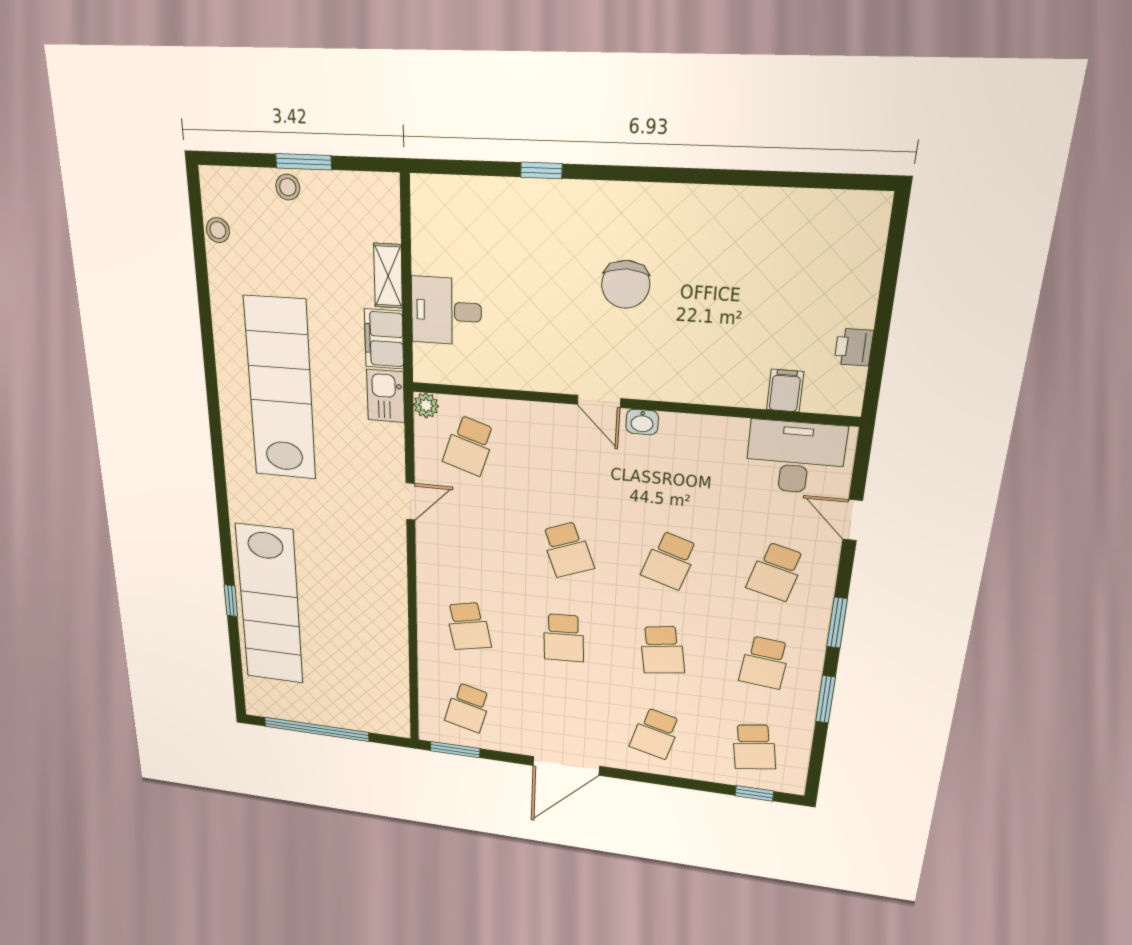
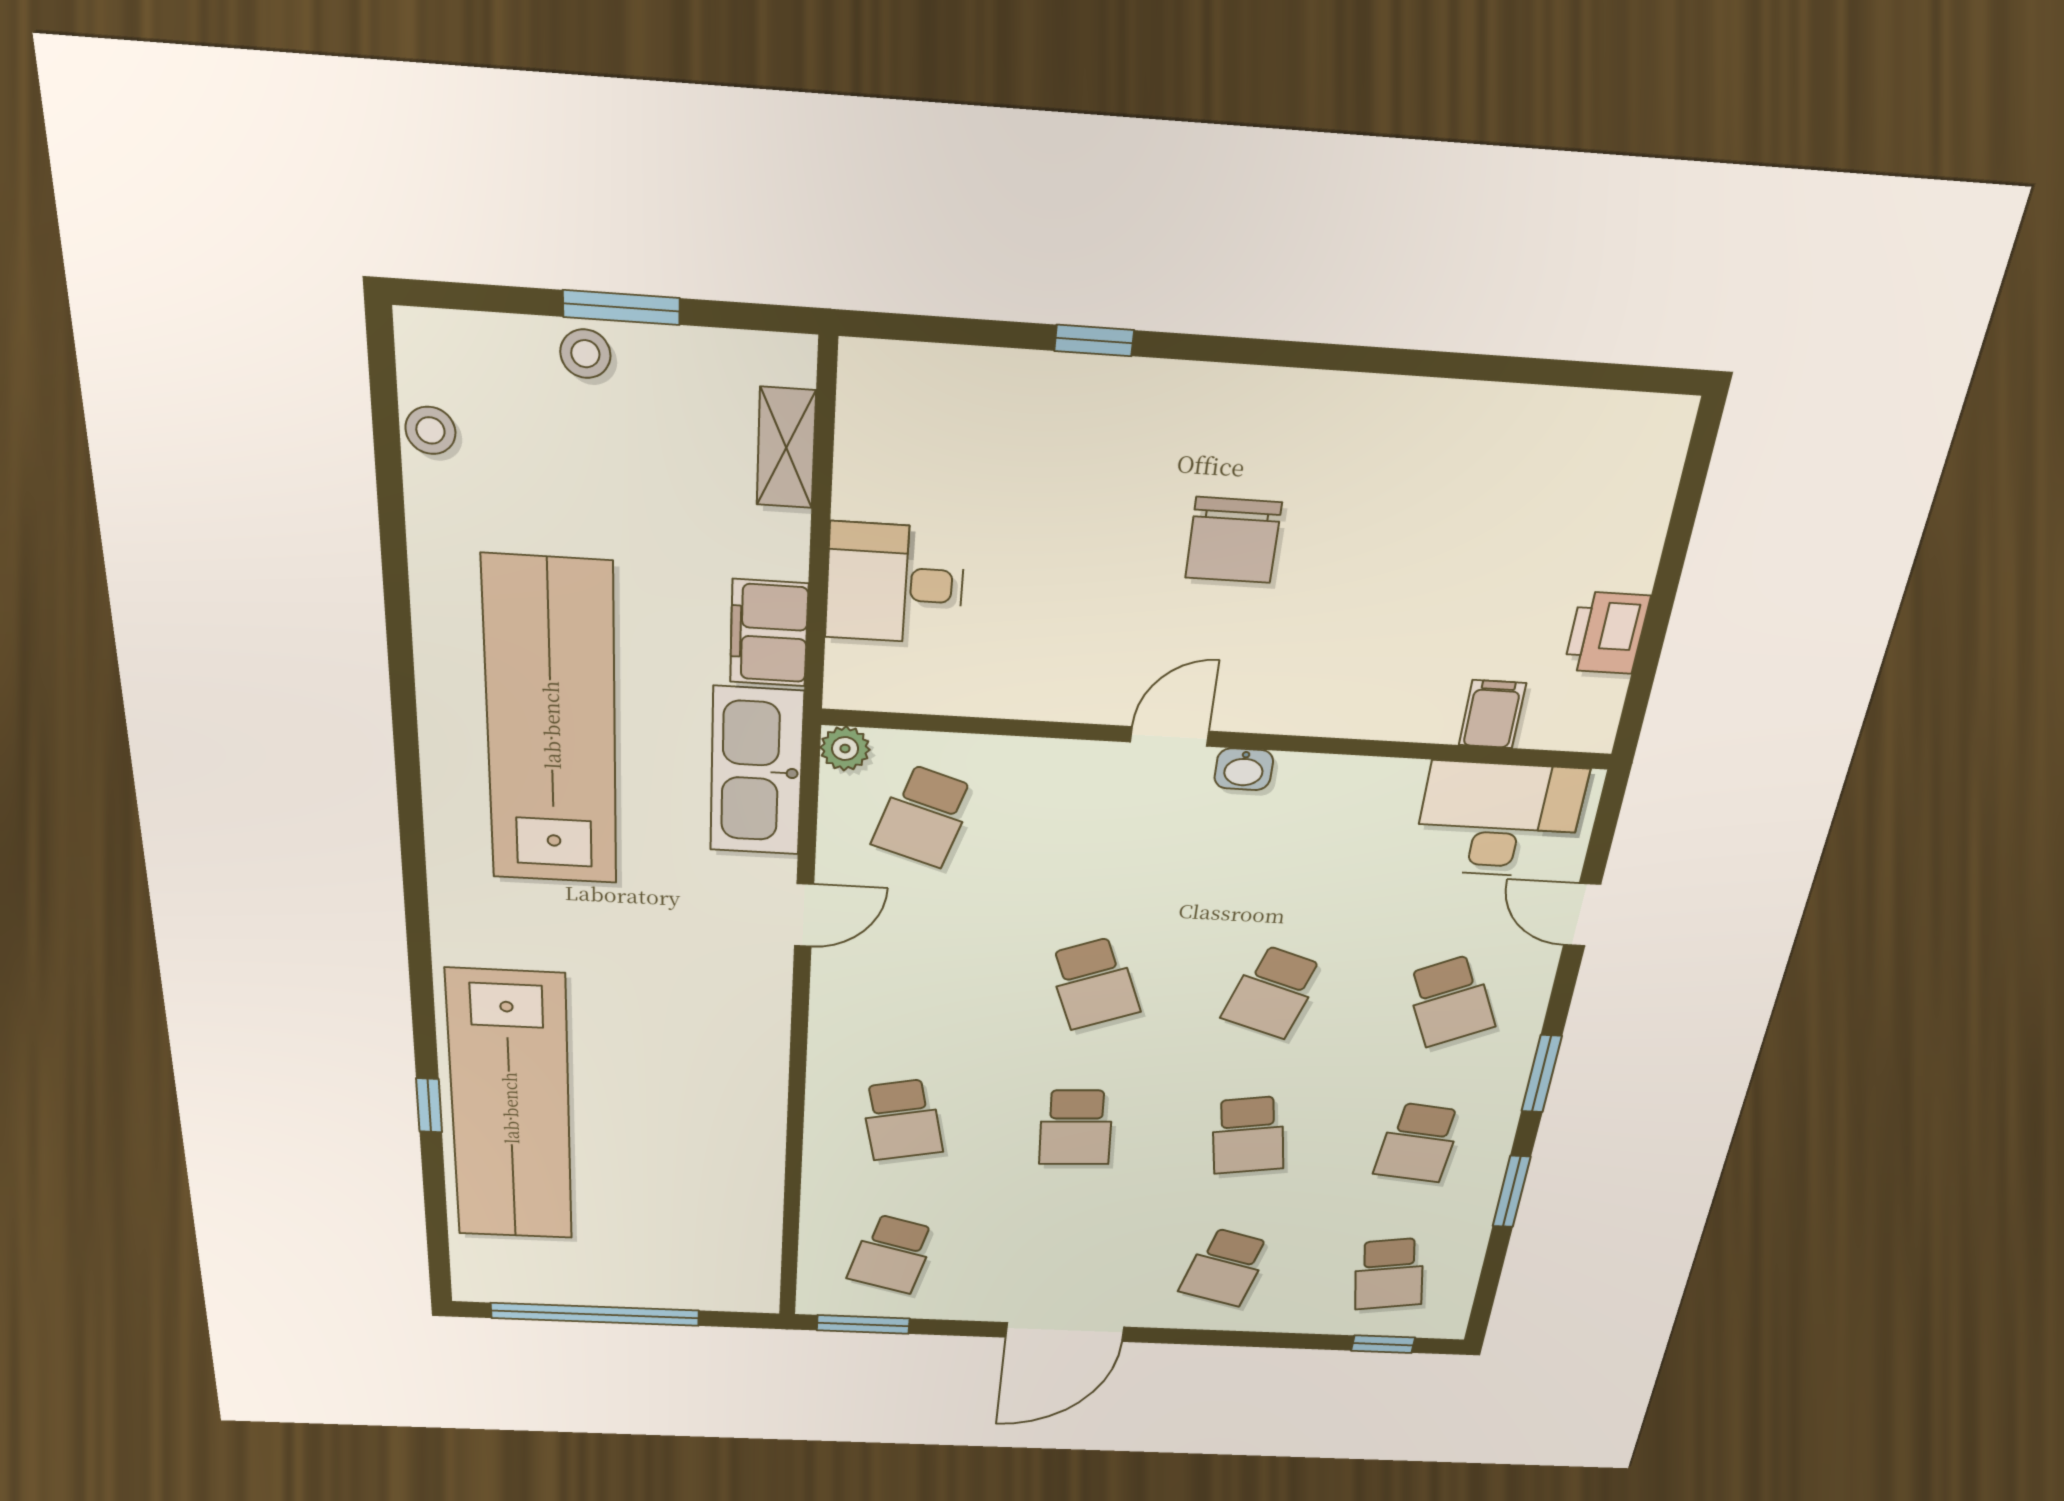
shelving: (388, 276) -> (786, 448), moved
printer: (854, 347) -> (1607, 633), width x1.36, depth x1.24
kitchen sink: (386, 396) -> (757, 772), width x1.88, depth x1.24
door: (599, 401) -> (1170, 737), swing flipped
school desk: (776, 572) -> (1450, 1001), turned -39

